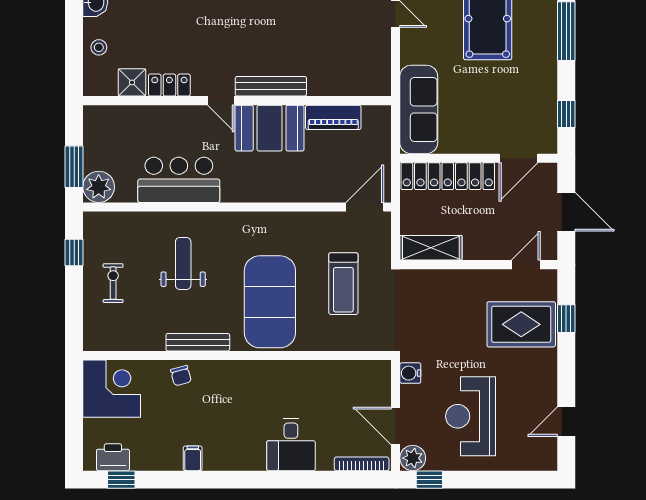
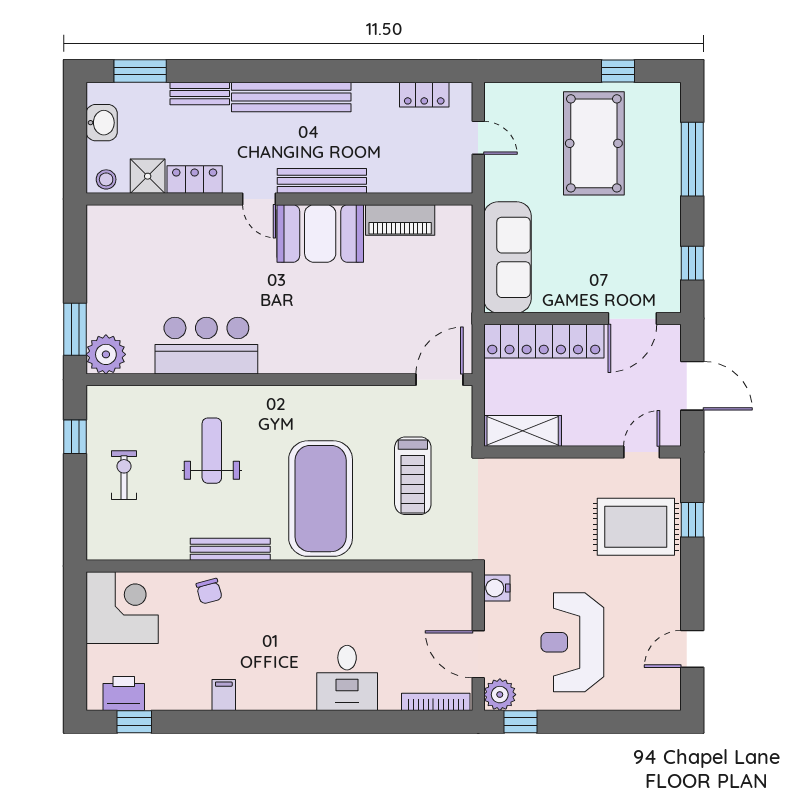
shower: (132, 82) -> (148, 176), moved
locker: (169, 85) -> (195, 179), moved
bench: (271, 86) -> (322, 181), moved
door: (221, 101) -> (259, 199), moved
wall: (237, 101) -> (279, 199), moved
piano: (333, 117) -> (400, 220), moved
booth: (270, 128) -> (320, 233), moved

